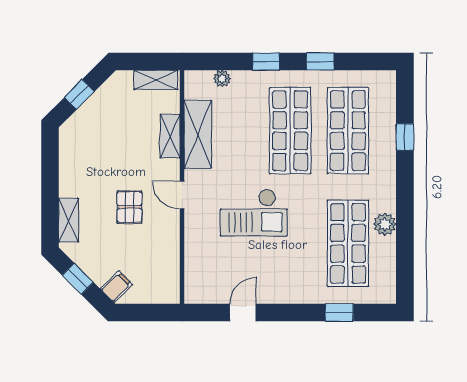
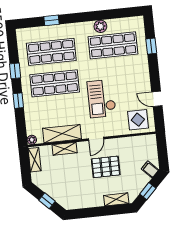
plant: (222, 79) -> (32, 140), moved
pallet: (130, 207) -> (106, 167), width x1.50, depth x1.42
checkout: (254, 213) -> (102, 99), turned 180
display table: (209, 274) -> (138, 120), added

